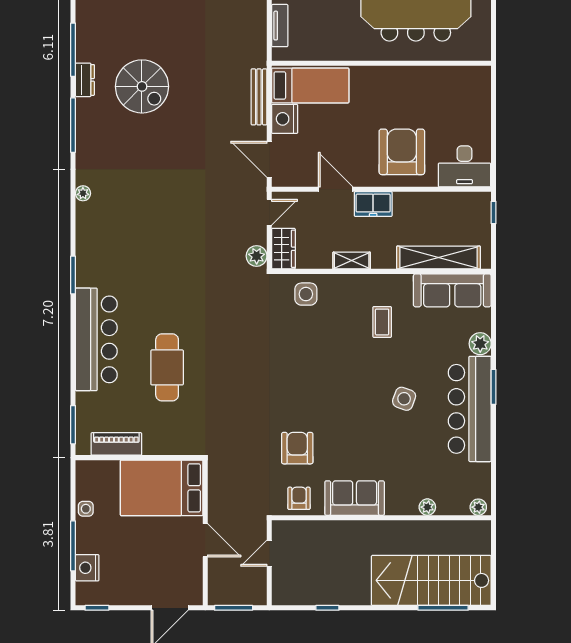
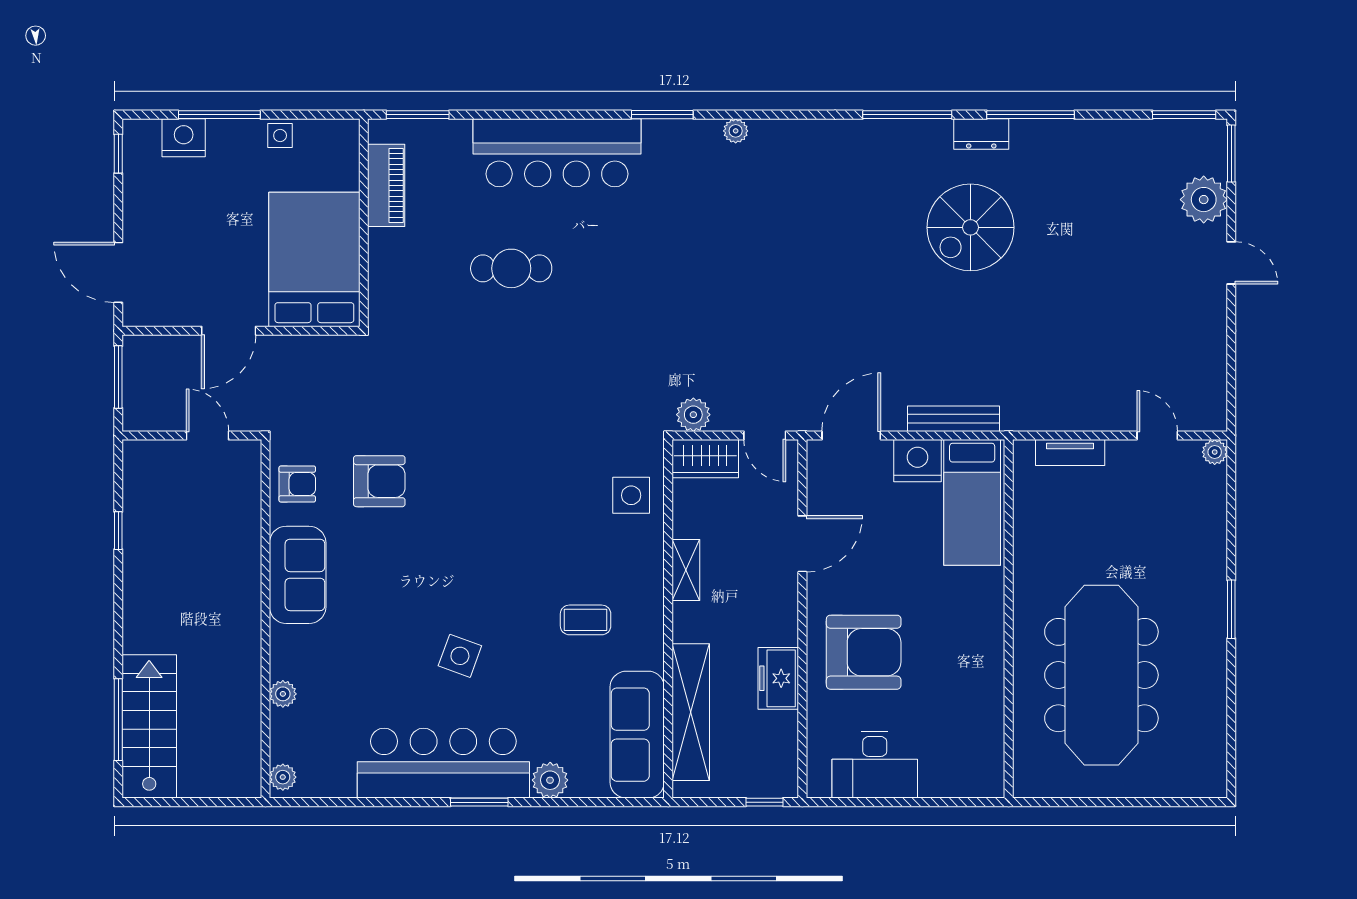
desk: (464, 166) -> (875, 765), moved, turned -90
plant: (83, 193) -> (736, 131), moved
freezer: (373, 204) -> (778, 678), moved
cafe table: (167, 367) -> (511, 268), width x0.73, depth x0.74
stairs: (431, 580) -> (149, 726), width x0.73, depth x0.66

